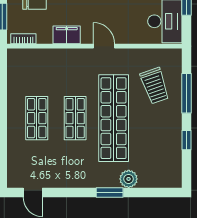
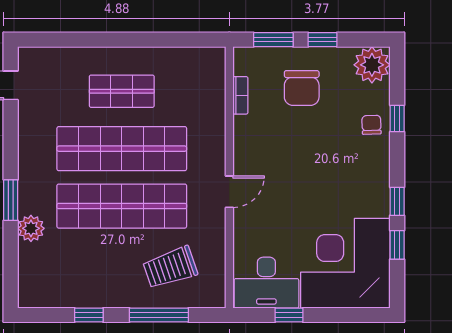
filing cabinet: (67, 35) -> (246, 136), removed
bookcase: (23, 39) -> (240, 95), moved
shop shelf: (75, 118) -> (122, 149), width x2.00, depth x1.36

